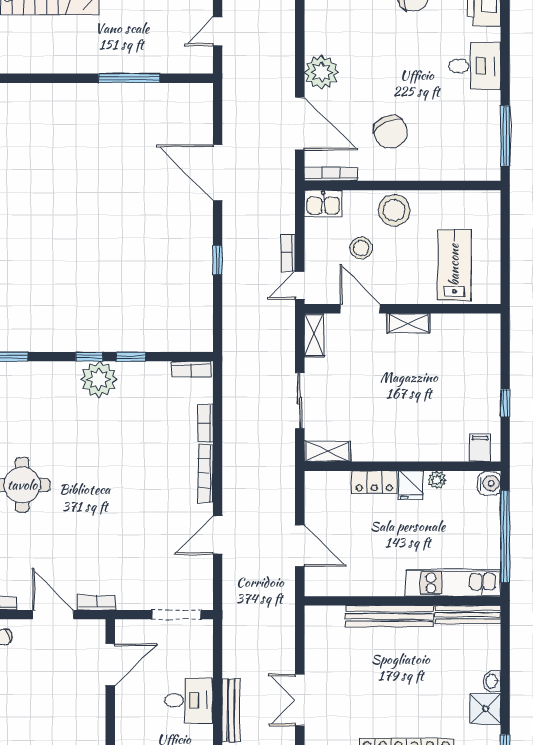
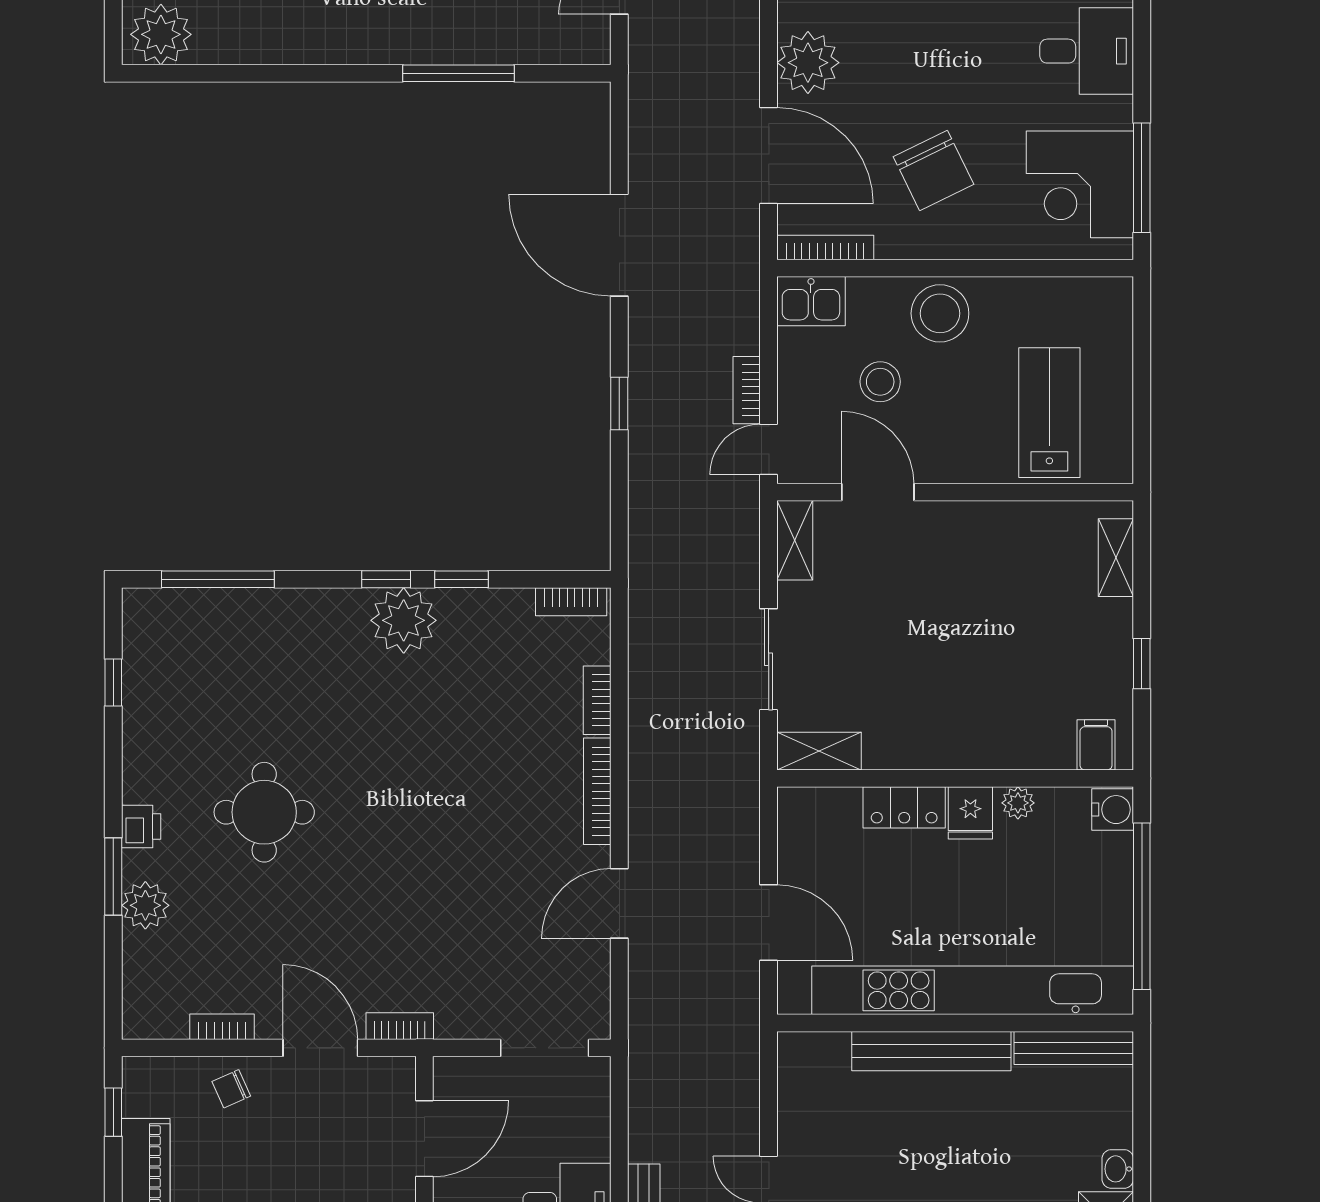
corner desk: (471, 139) -> (1080, 184), added
shelving: (408, 323) -> (1116, 558), moved, turned 90
kitchen unit: (453, 583) -> (973, 990), width x1.86

